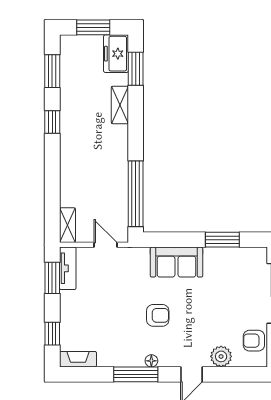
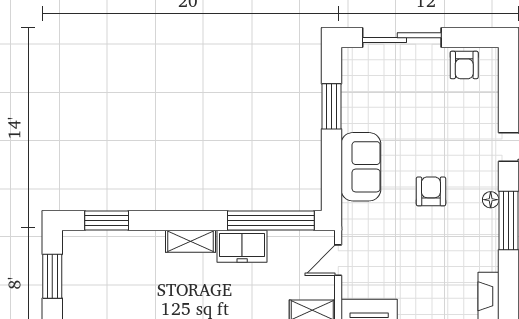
freezer: (116, 54) -> (242, 246), moved
shelving: (120, 105) -> (191, 241), moved
plant: (221, 356) -> (485, 108), removed

